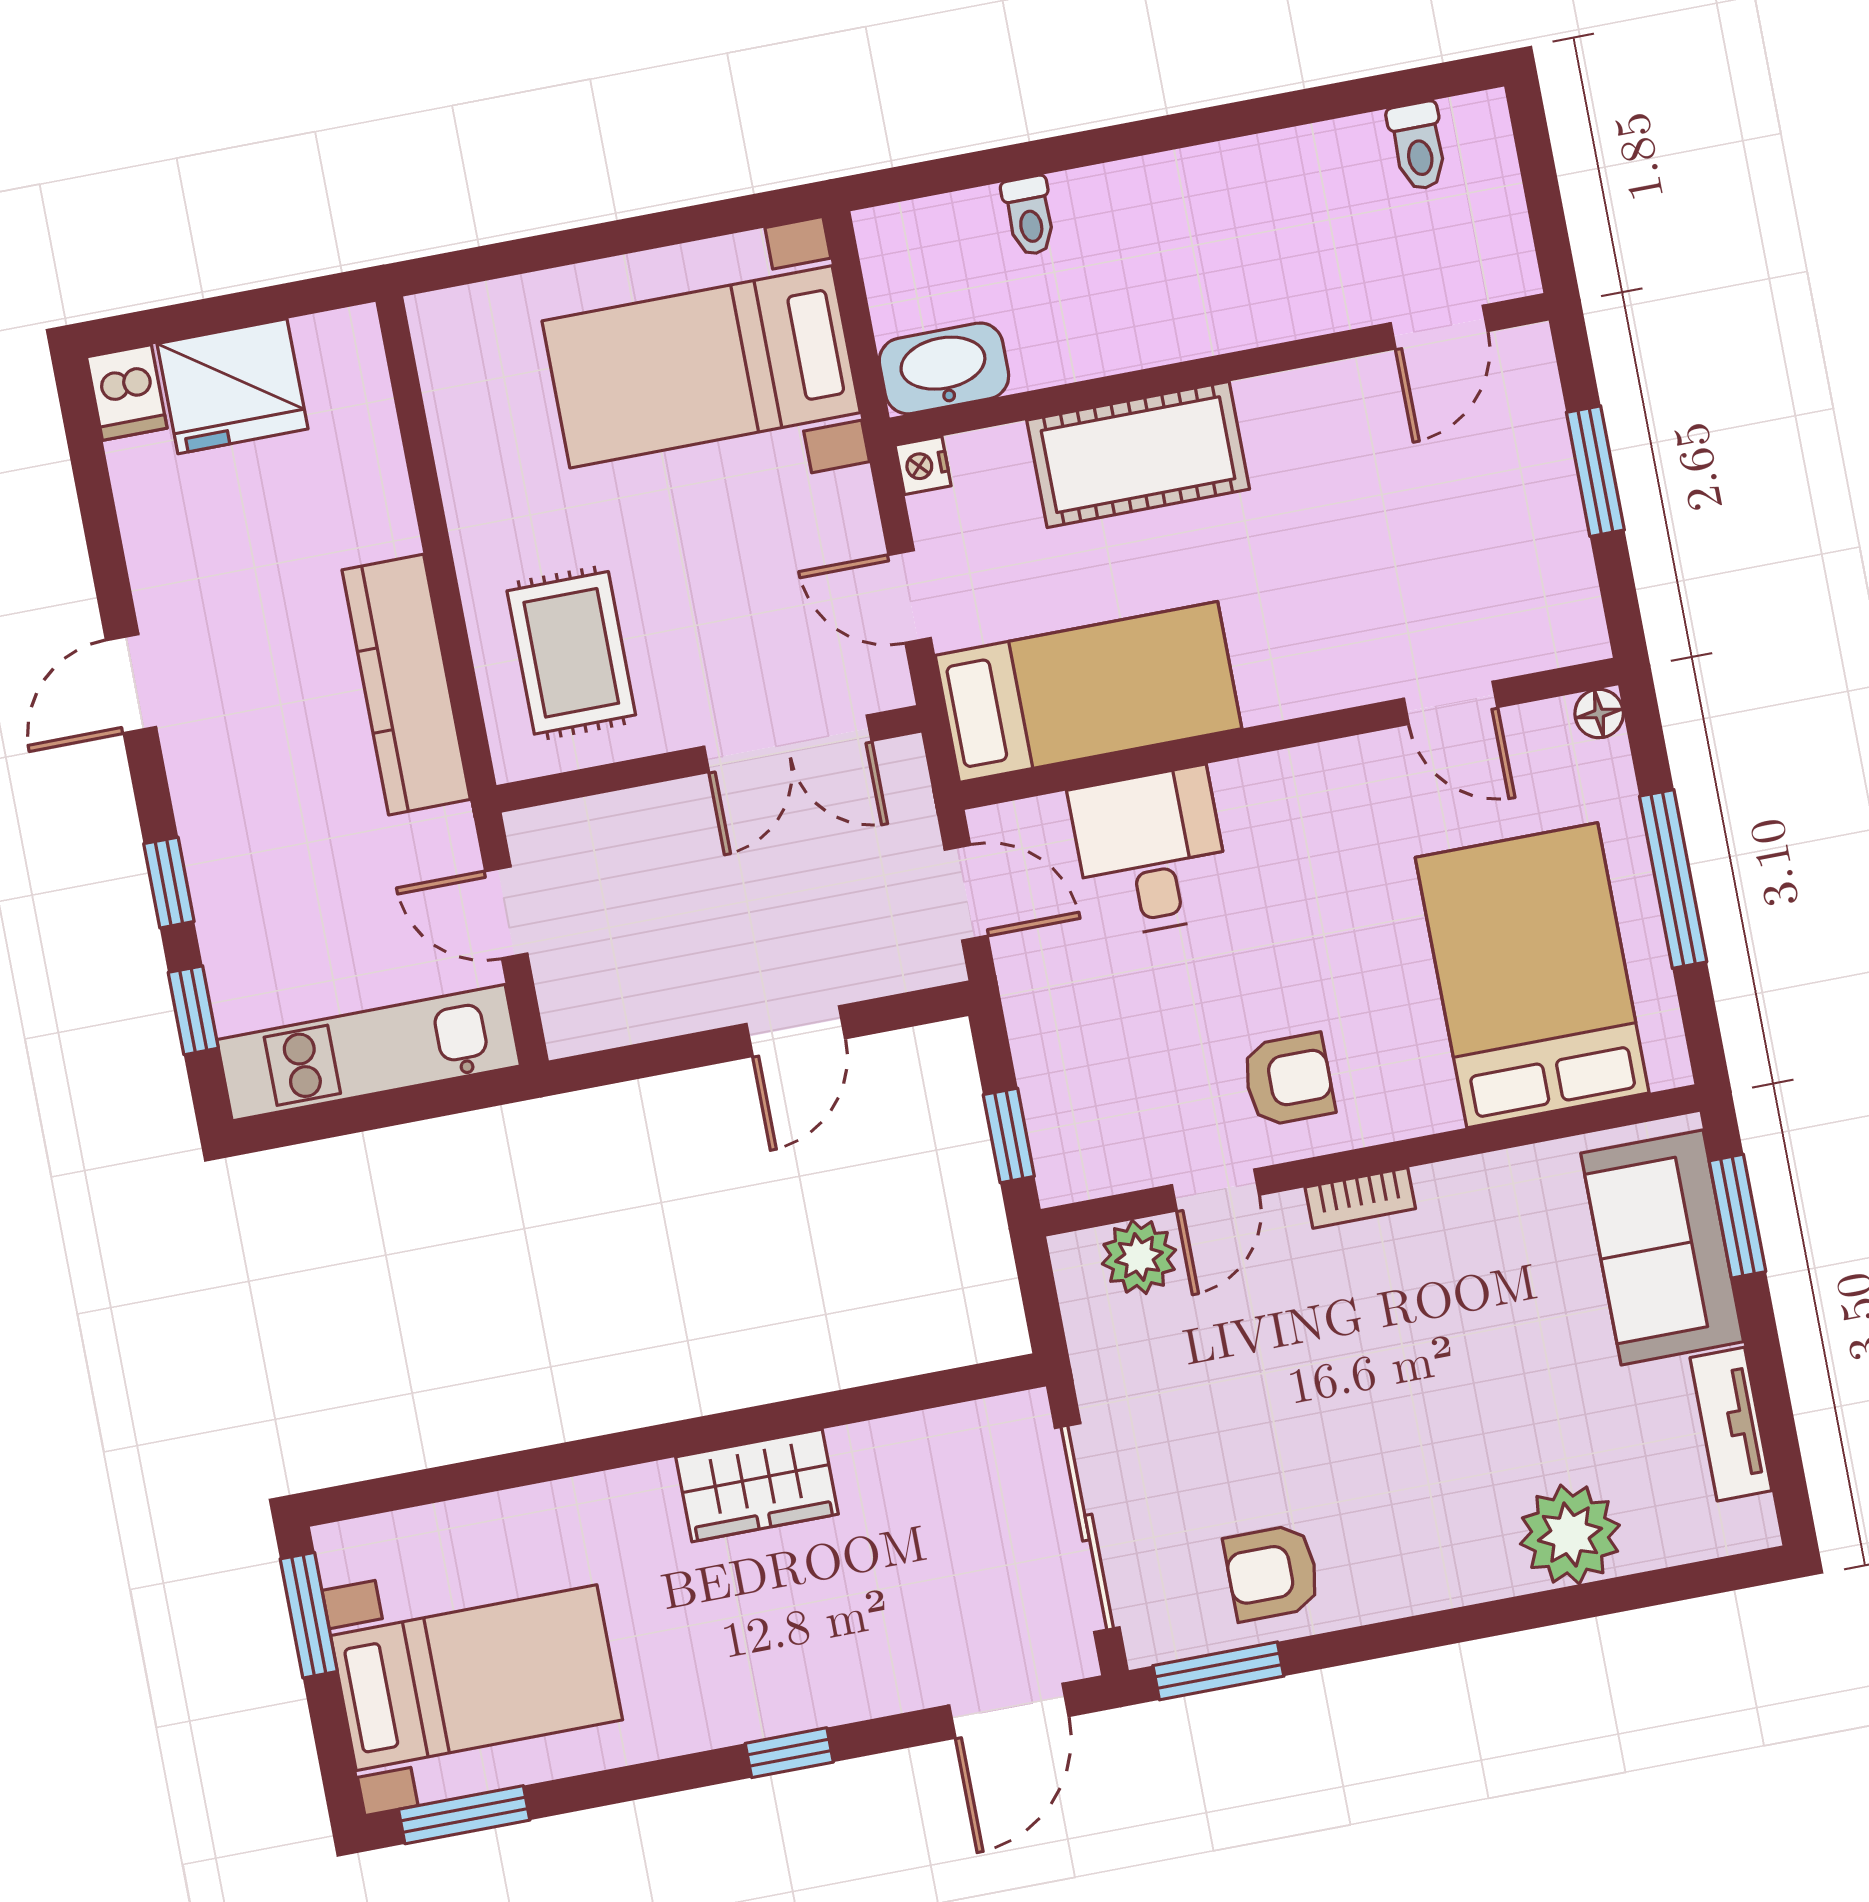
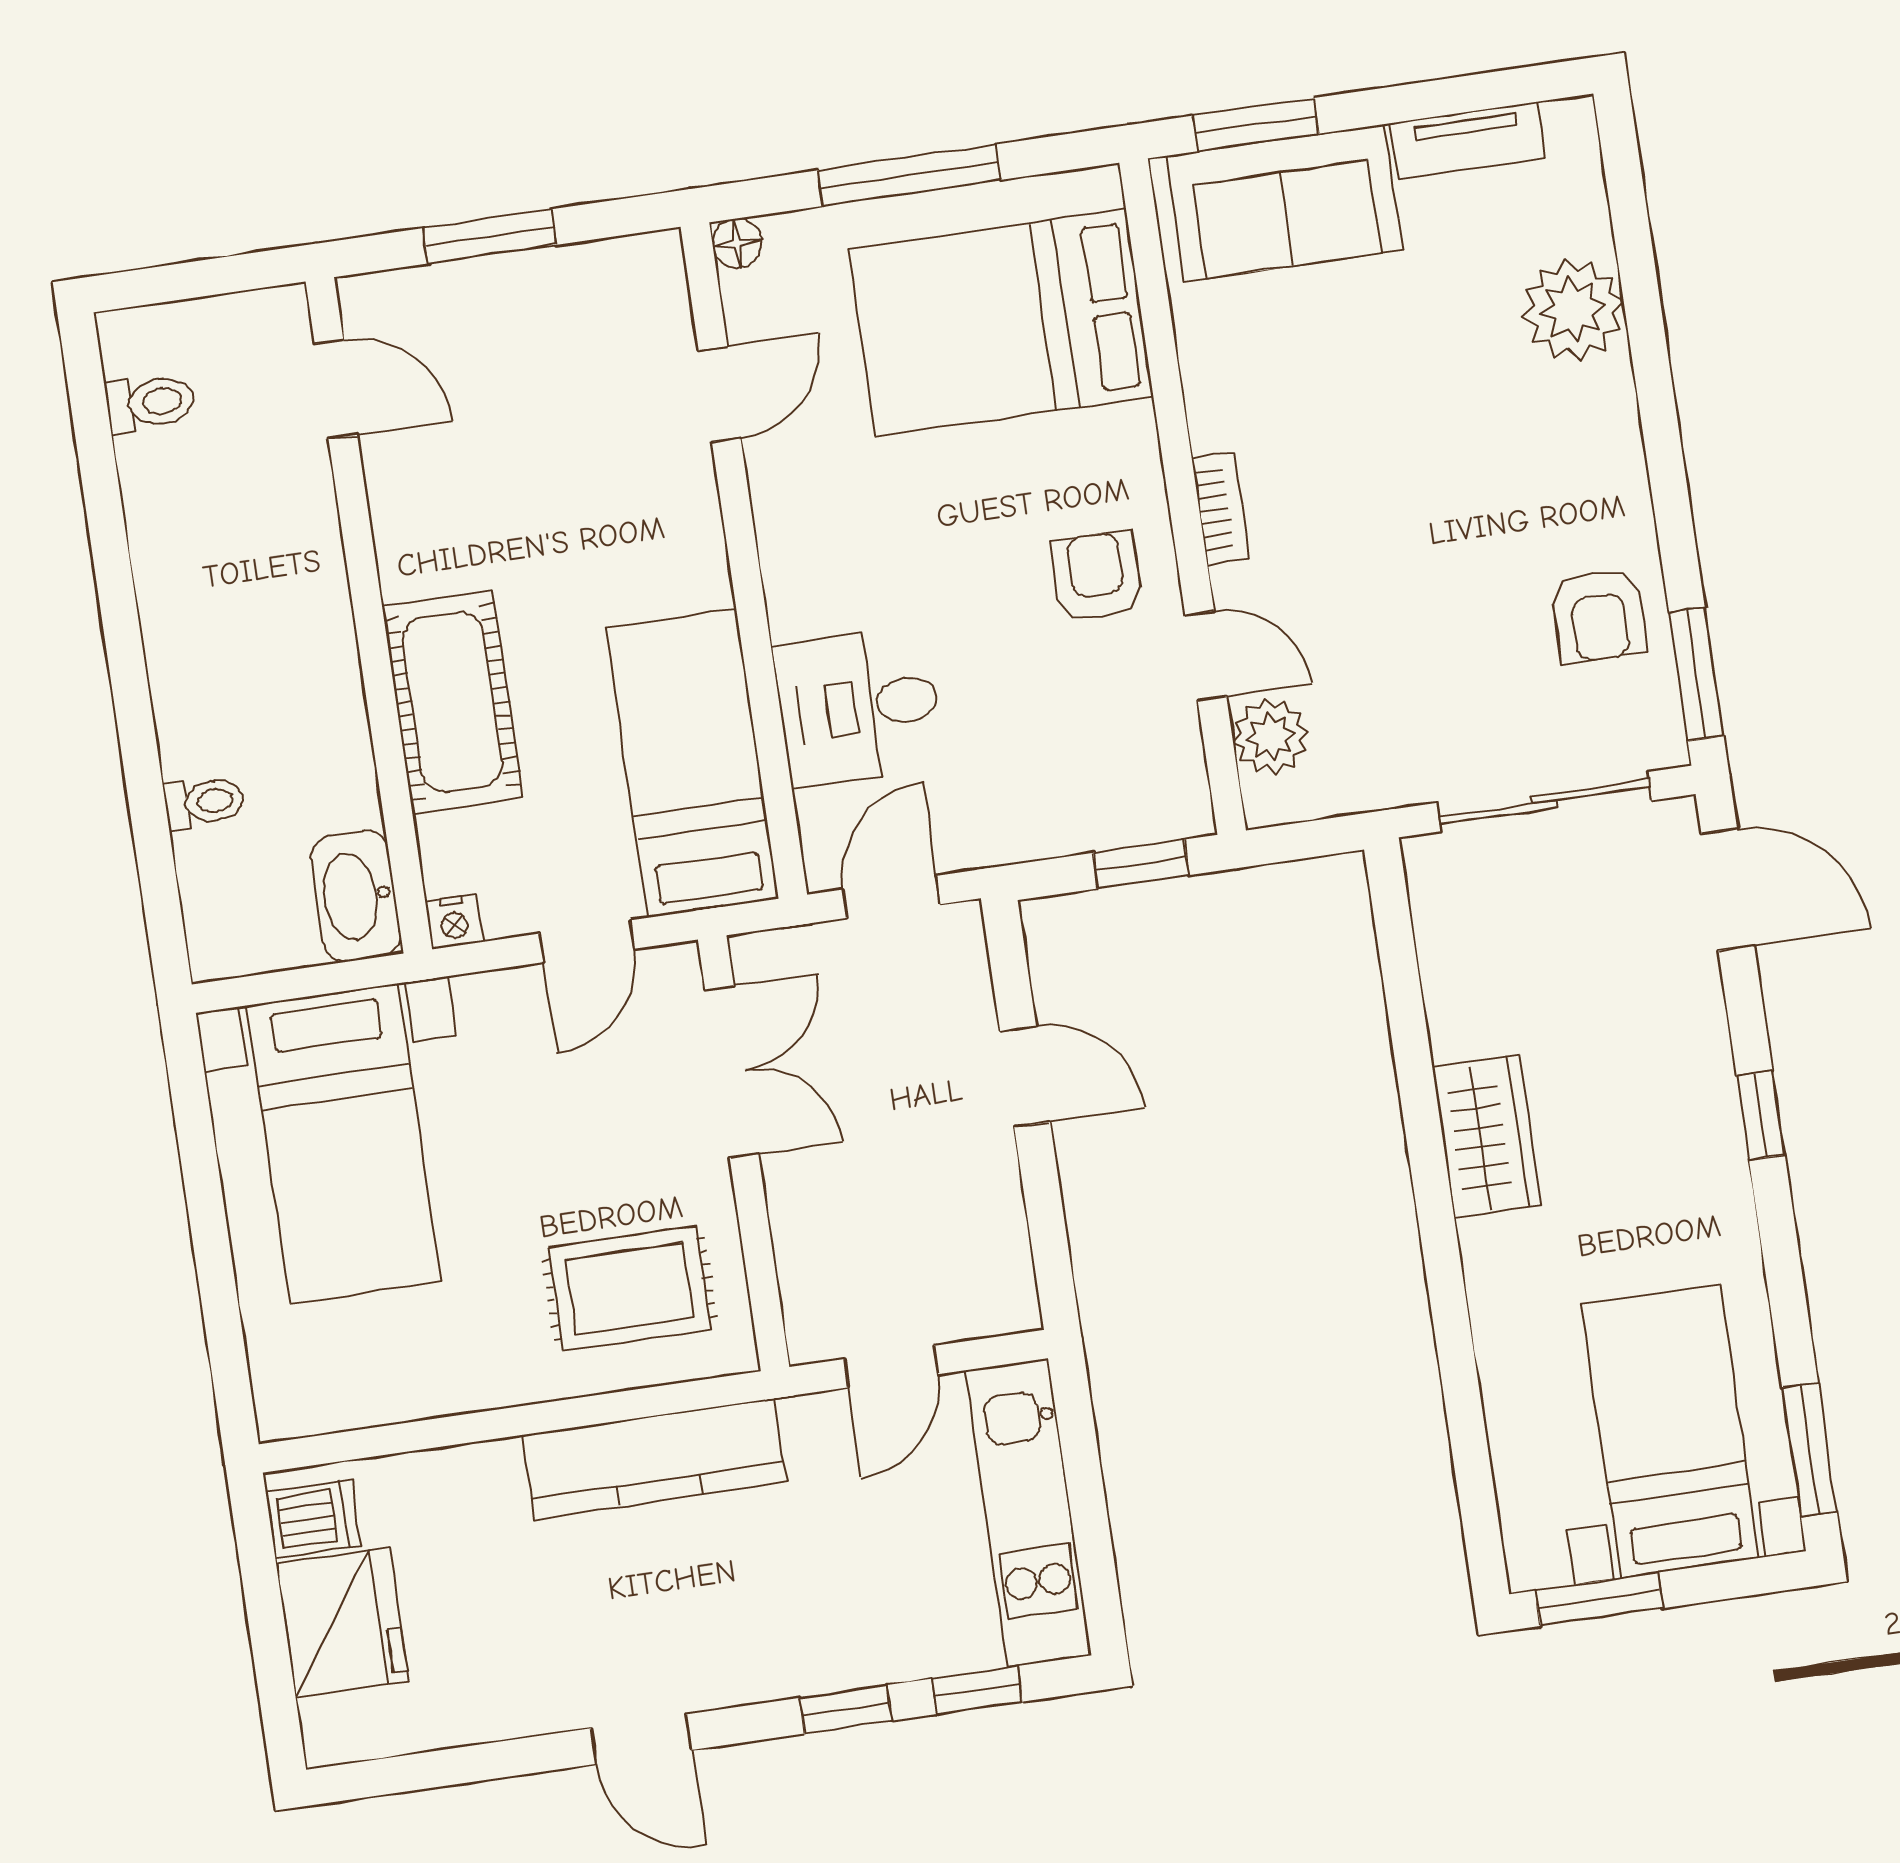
dishwasher: (127, 393) -> (313, 1519), moved

